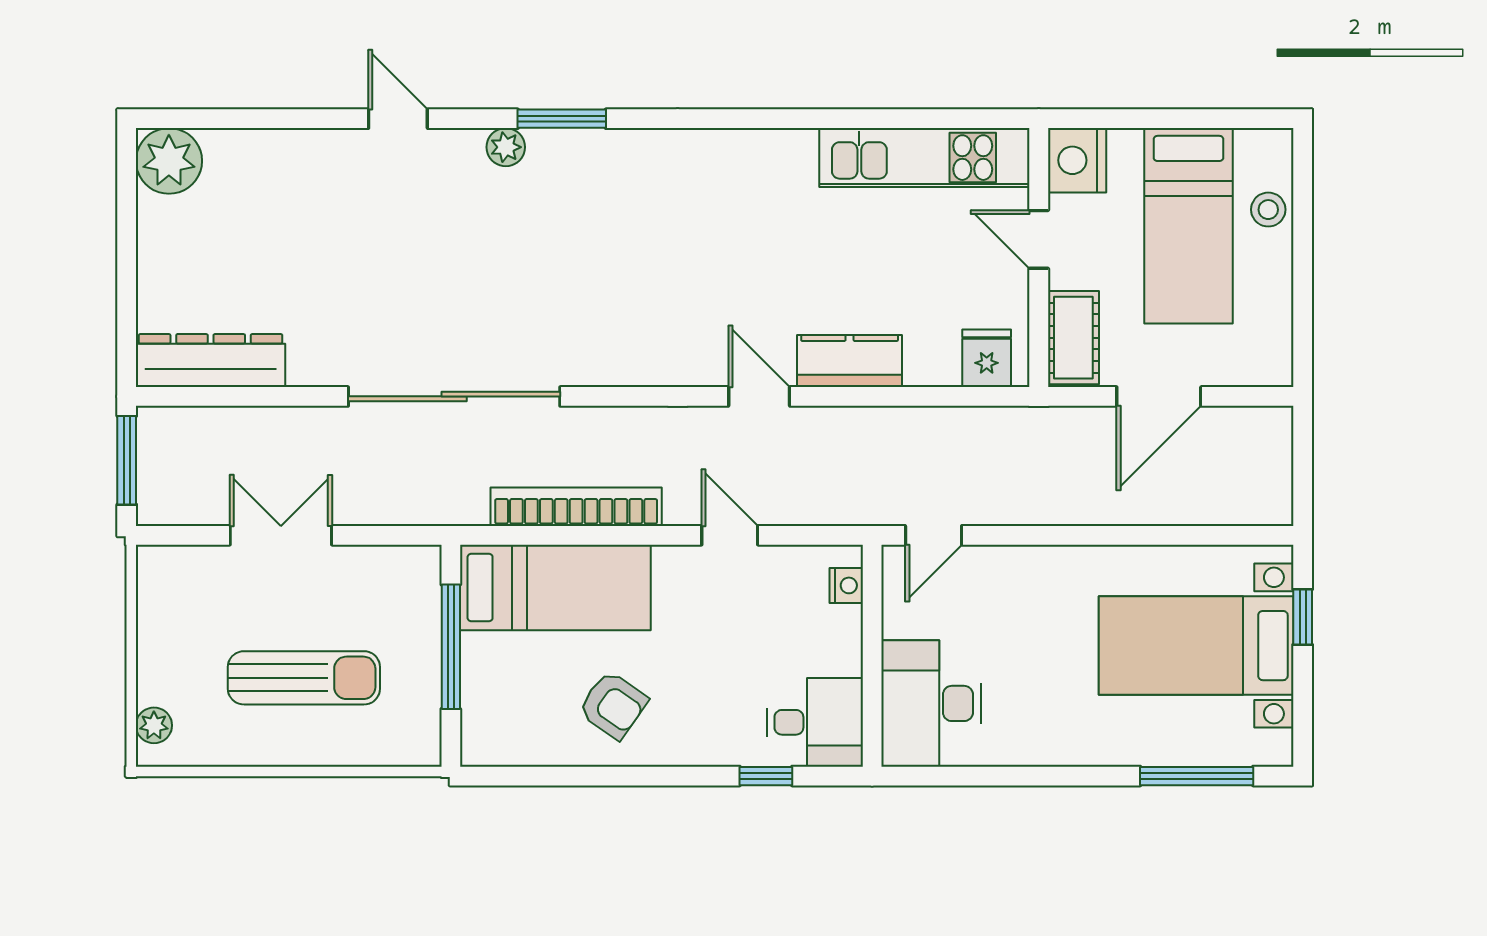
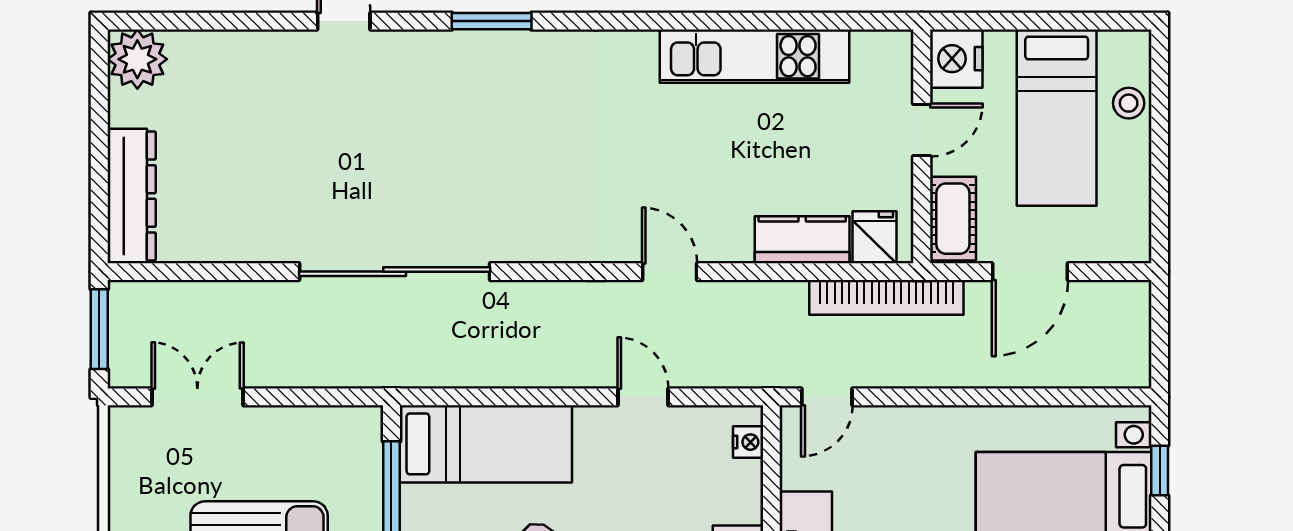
plant: (506, 147) -> (441, 47), removed
kitchen unit: (924, 158) -> (755, 56), moved
door: (1039, 239) -> (922, 130), swing flipped
dresser: (211, 361) -> (132, 196), moved, turned 90
kitchen counter: (850, 361) -> (802, 240), moved
bookcase: (576, 507) -> (886, 297), moved, turned 180
double door: (281, 535) -> (197, 397), moved

